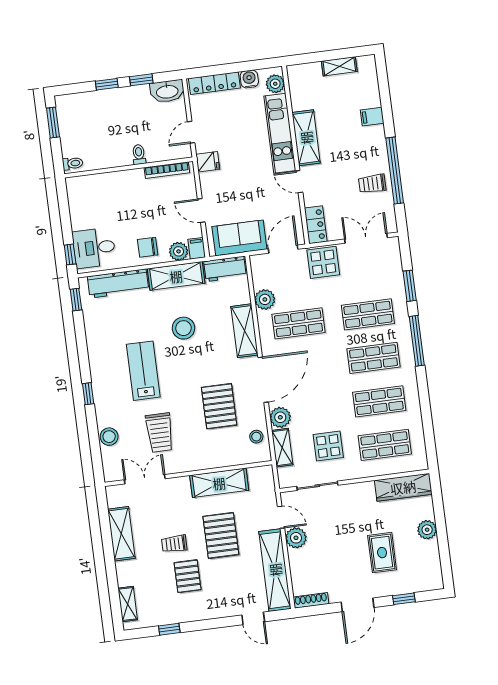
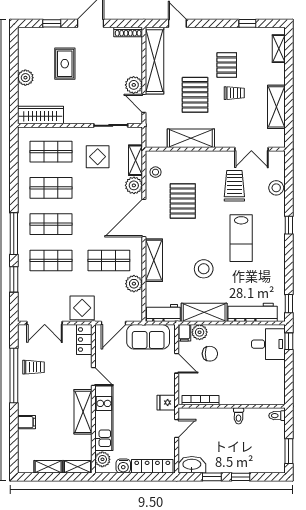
shelving: (304, 71) -> (78, 467), added
toilet: (139, 154) -> (239, 416), moved
chair: (148, 247) -> (210, 354), moved

